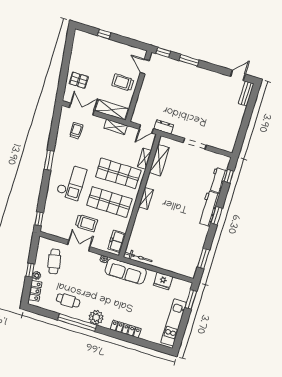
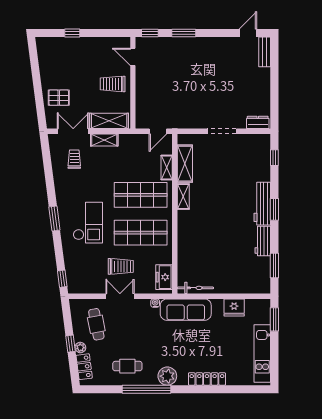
shelving: (116, 127) -> (104, 140), moved
dresser: (164, 127) -> (258, 122), moved
window: (49, 160) -> (54, 218), moved
workbench: (218, 180) -> (263, 241), moved
shelving: (146, 198) -> (183, 197), moved

